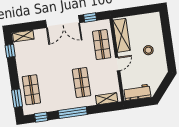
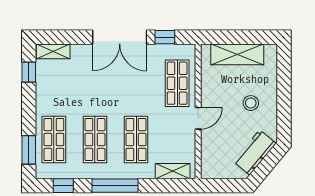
shelving: (122, 35) -> (237, 54), moved, turned 90
shop shelf: (56, 86) -> (95, 140), added
workbench: (137, 92) -> (255, 152), moved, turned -50

